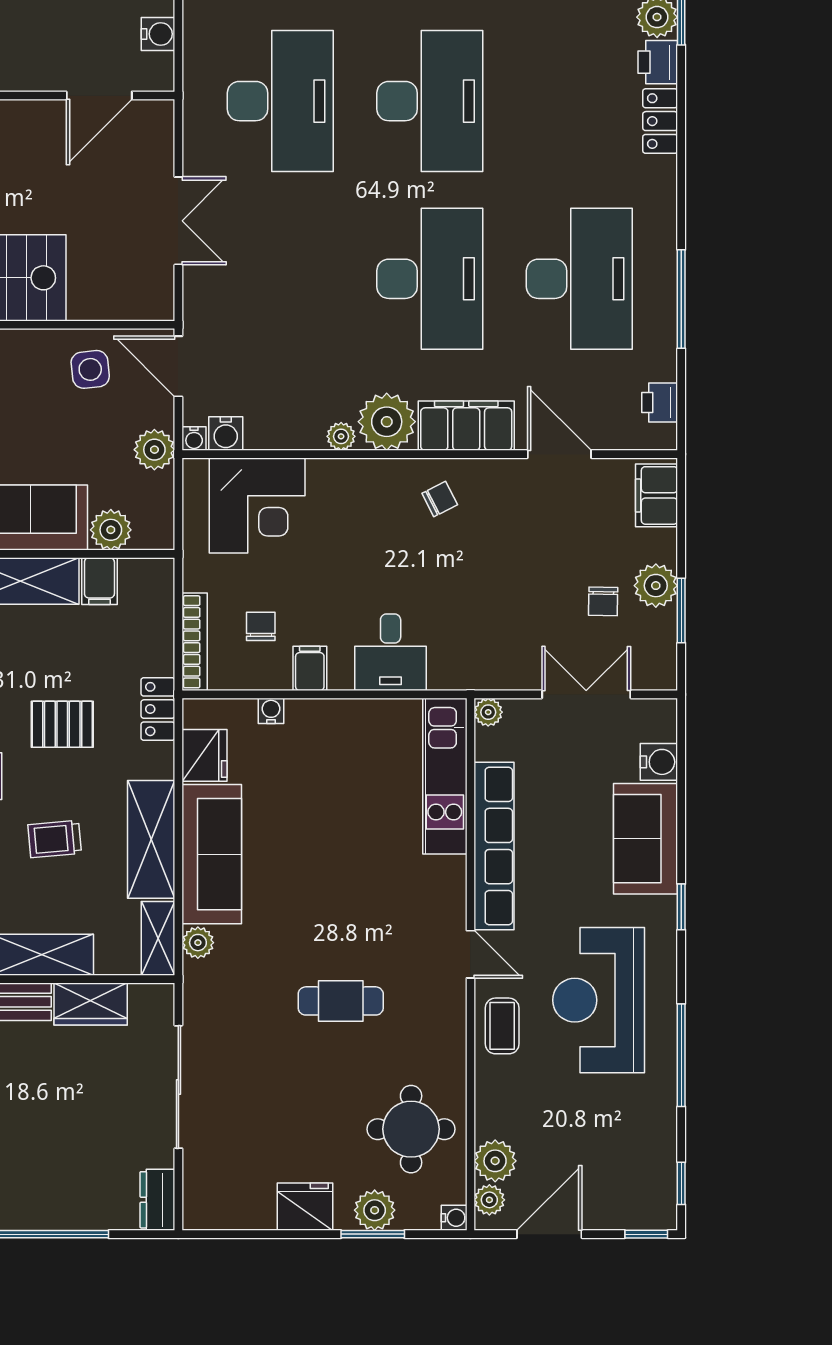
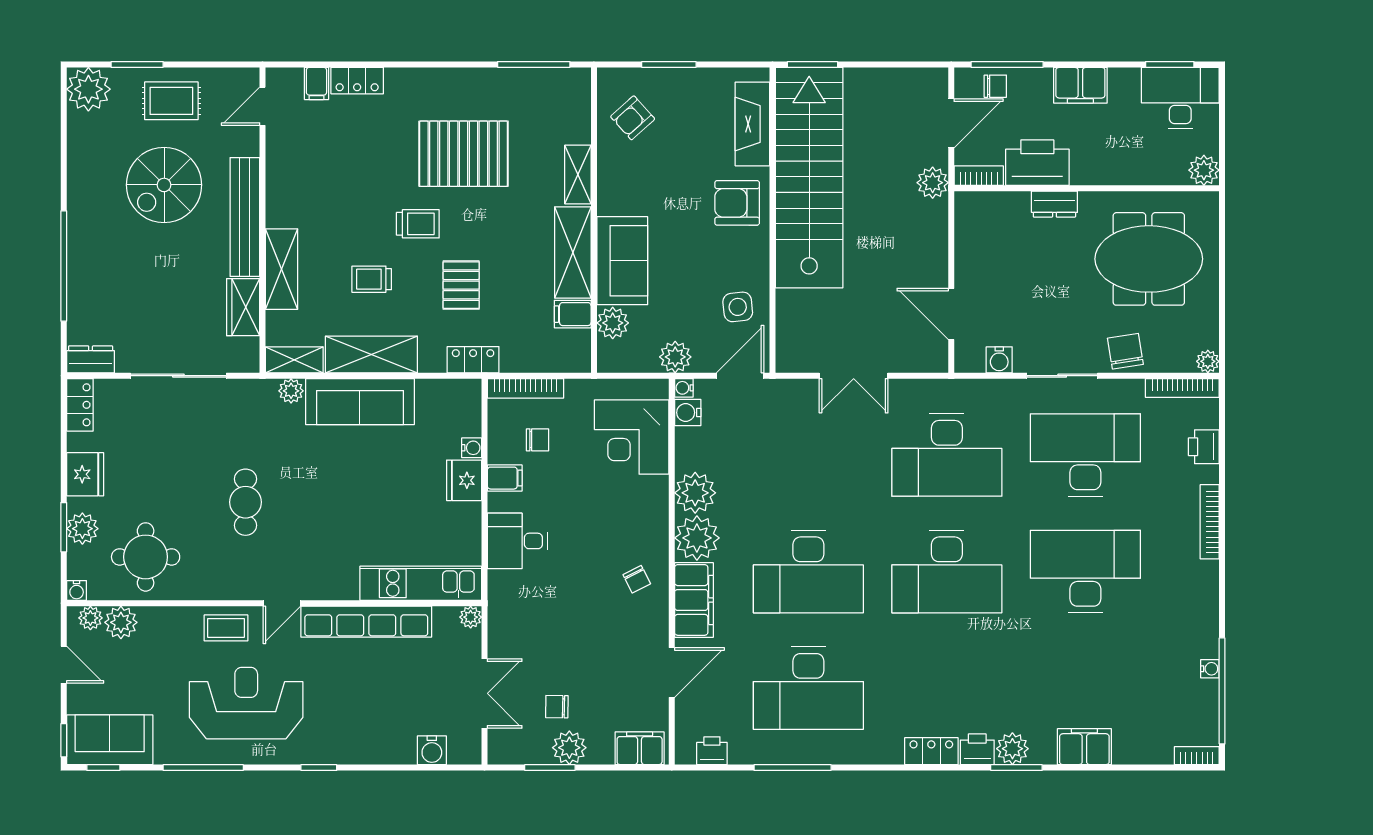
plant: (341, 436) -> (695, 493), width x1.88, depth x1.88
fridge: (205, 755) -> (464, 480), moved, turned 90
trolley: (55, 839) -> (372, 279), turned -85
sofa: (646, 839) -> (110, 740), moved
locker: (216, 1213) -> (80, 405), added
door: (549, 1234) -> (64, 665), width x0.73

